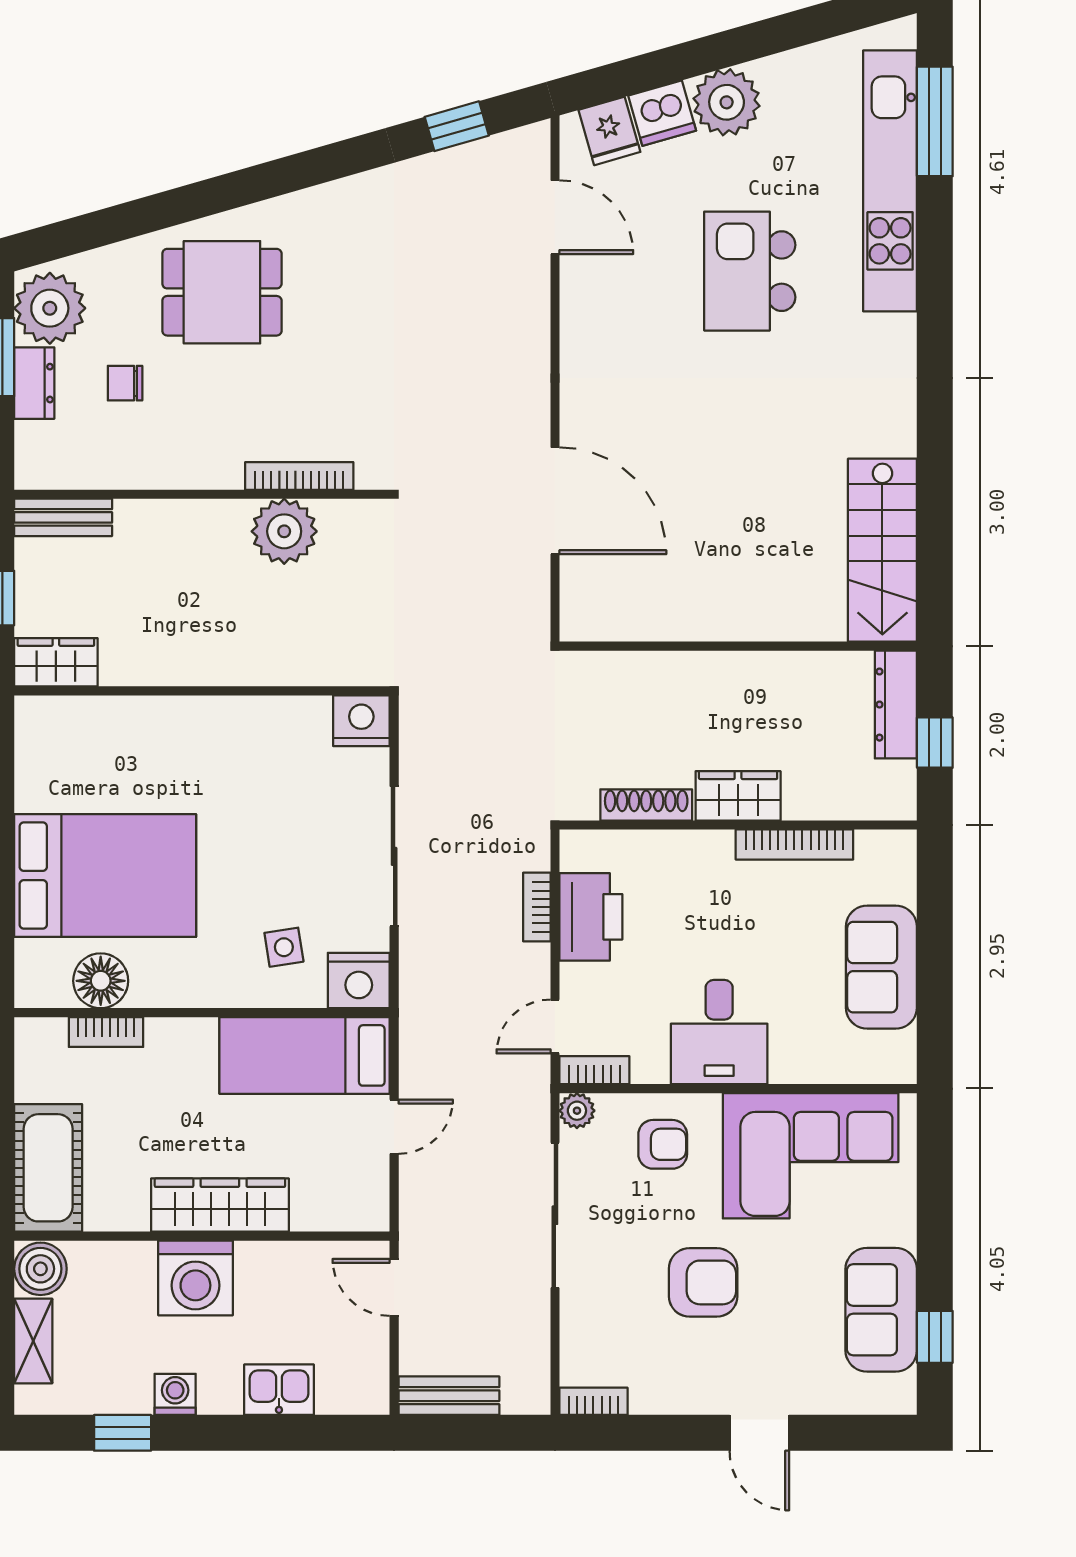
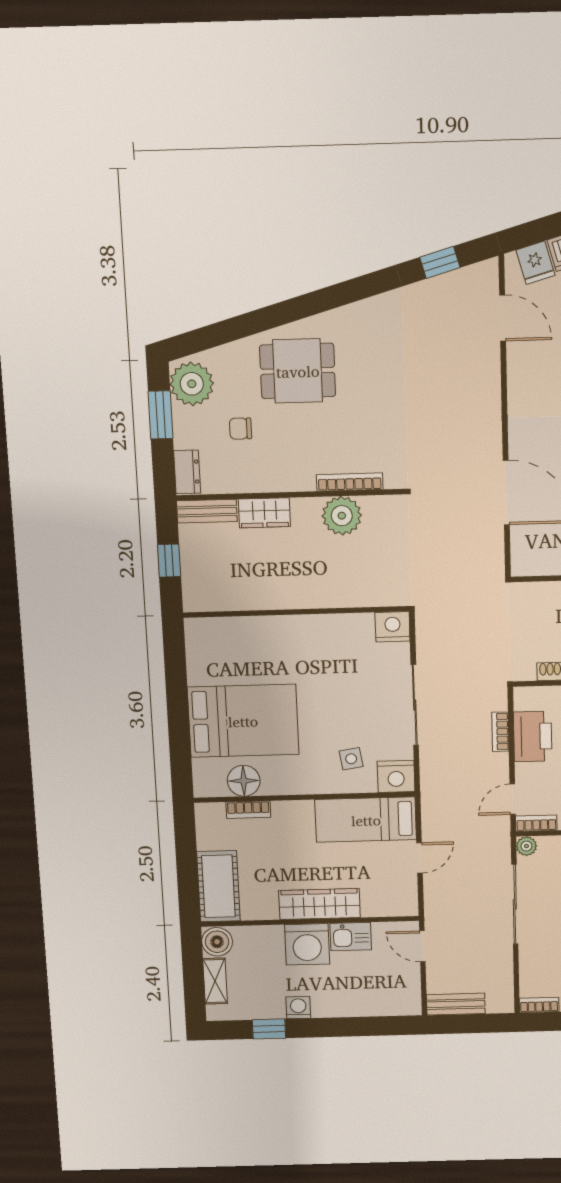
dresser: (34, 383) -> (187, 472), moved
wardrobe: (56, 662) -> (264, 513), moved, turned 180
kitchen sink: (279, 1390) -> (351, 937), moved, turned 180

